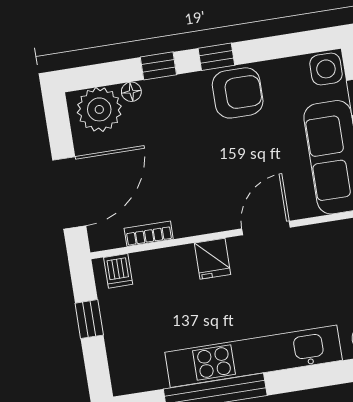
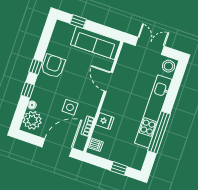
side table: (326, 69) -> (70, 107), moved
door: (69, 193) -> (57, 147), hinge flipped
fridge: (212, 259) -> (105, 121), moved
window: (89, 319) -> (119, 168), moved

